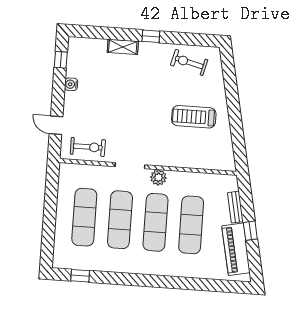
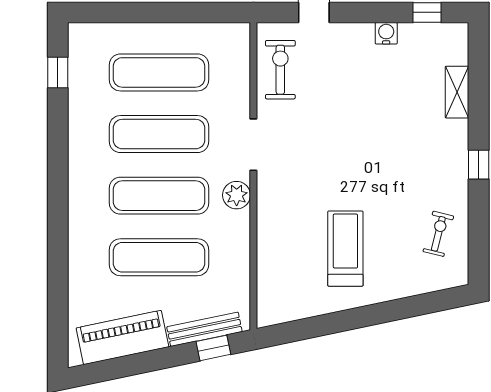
shelving: (123, 47) -> (457, 92), moved
exercise bike: (189, 62) -> (438, 234), width x0.73, depth x0.72
exercise bike: (88, 147) -> (280, 70), turned 180
bench: (235, 207) -> (204, 329), width x1.36
window: (250, 231) -> (213, 348), moved

